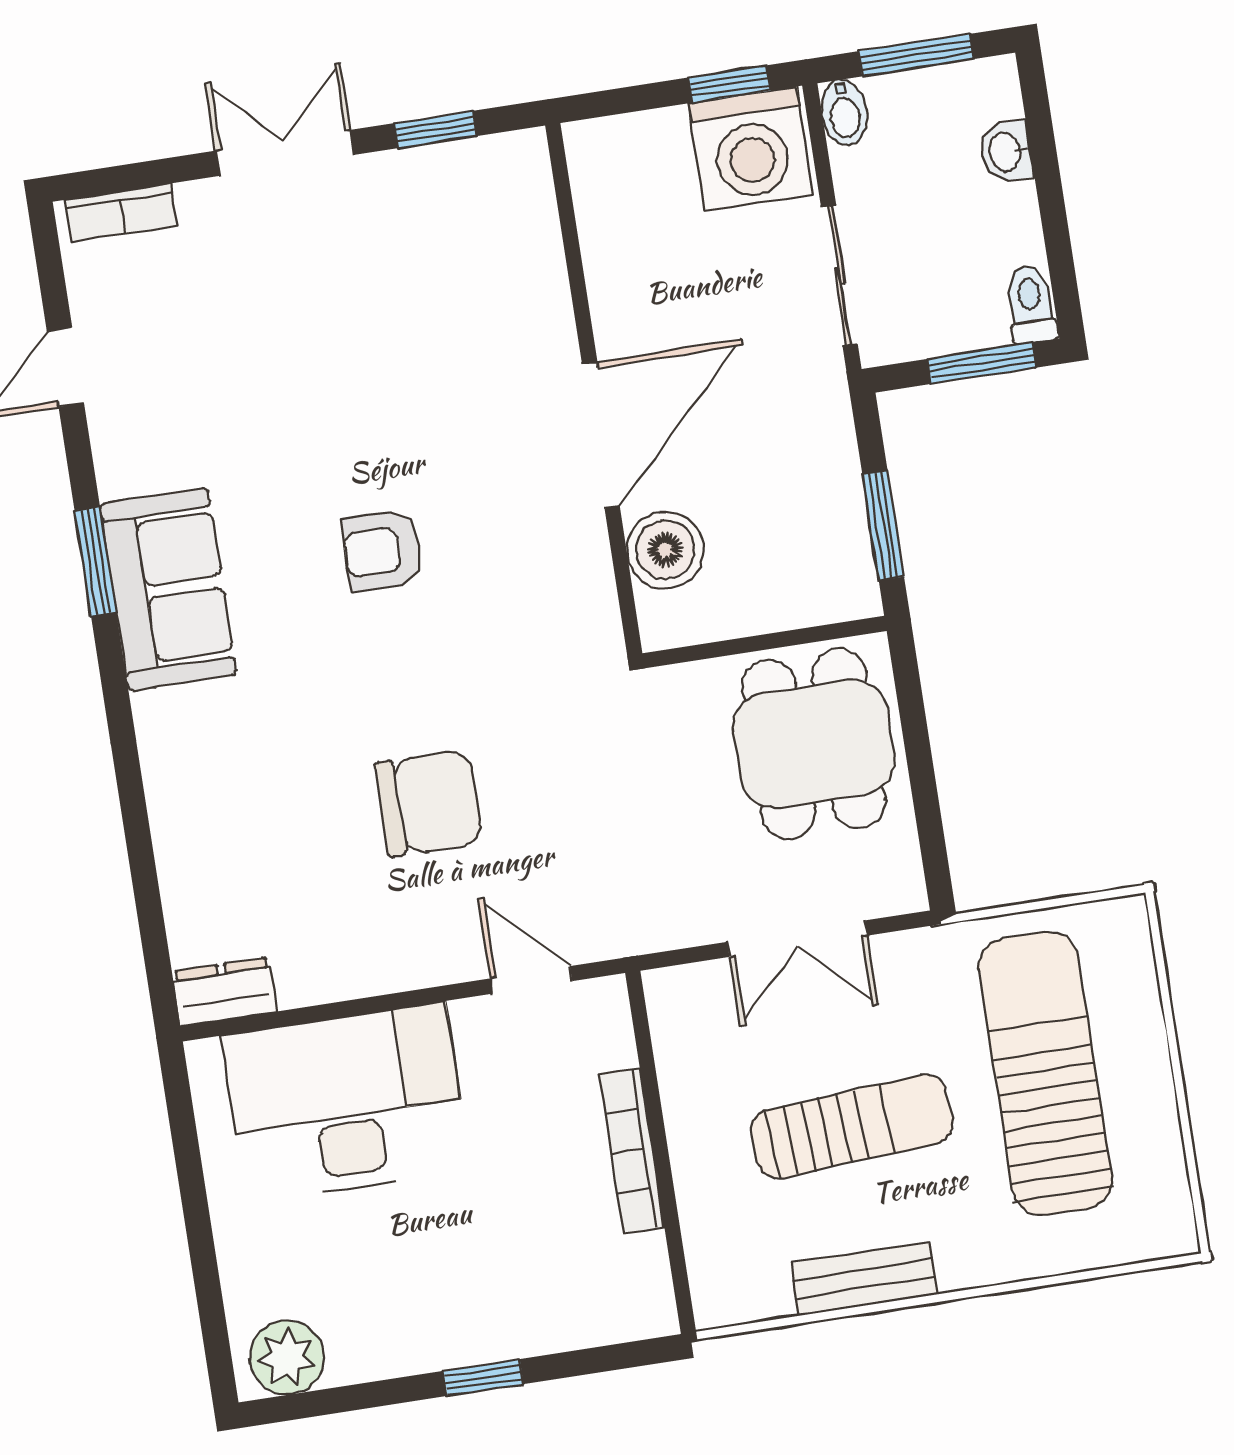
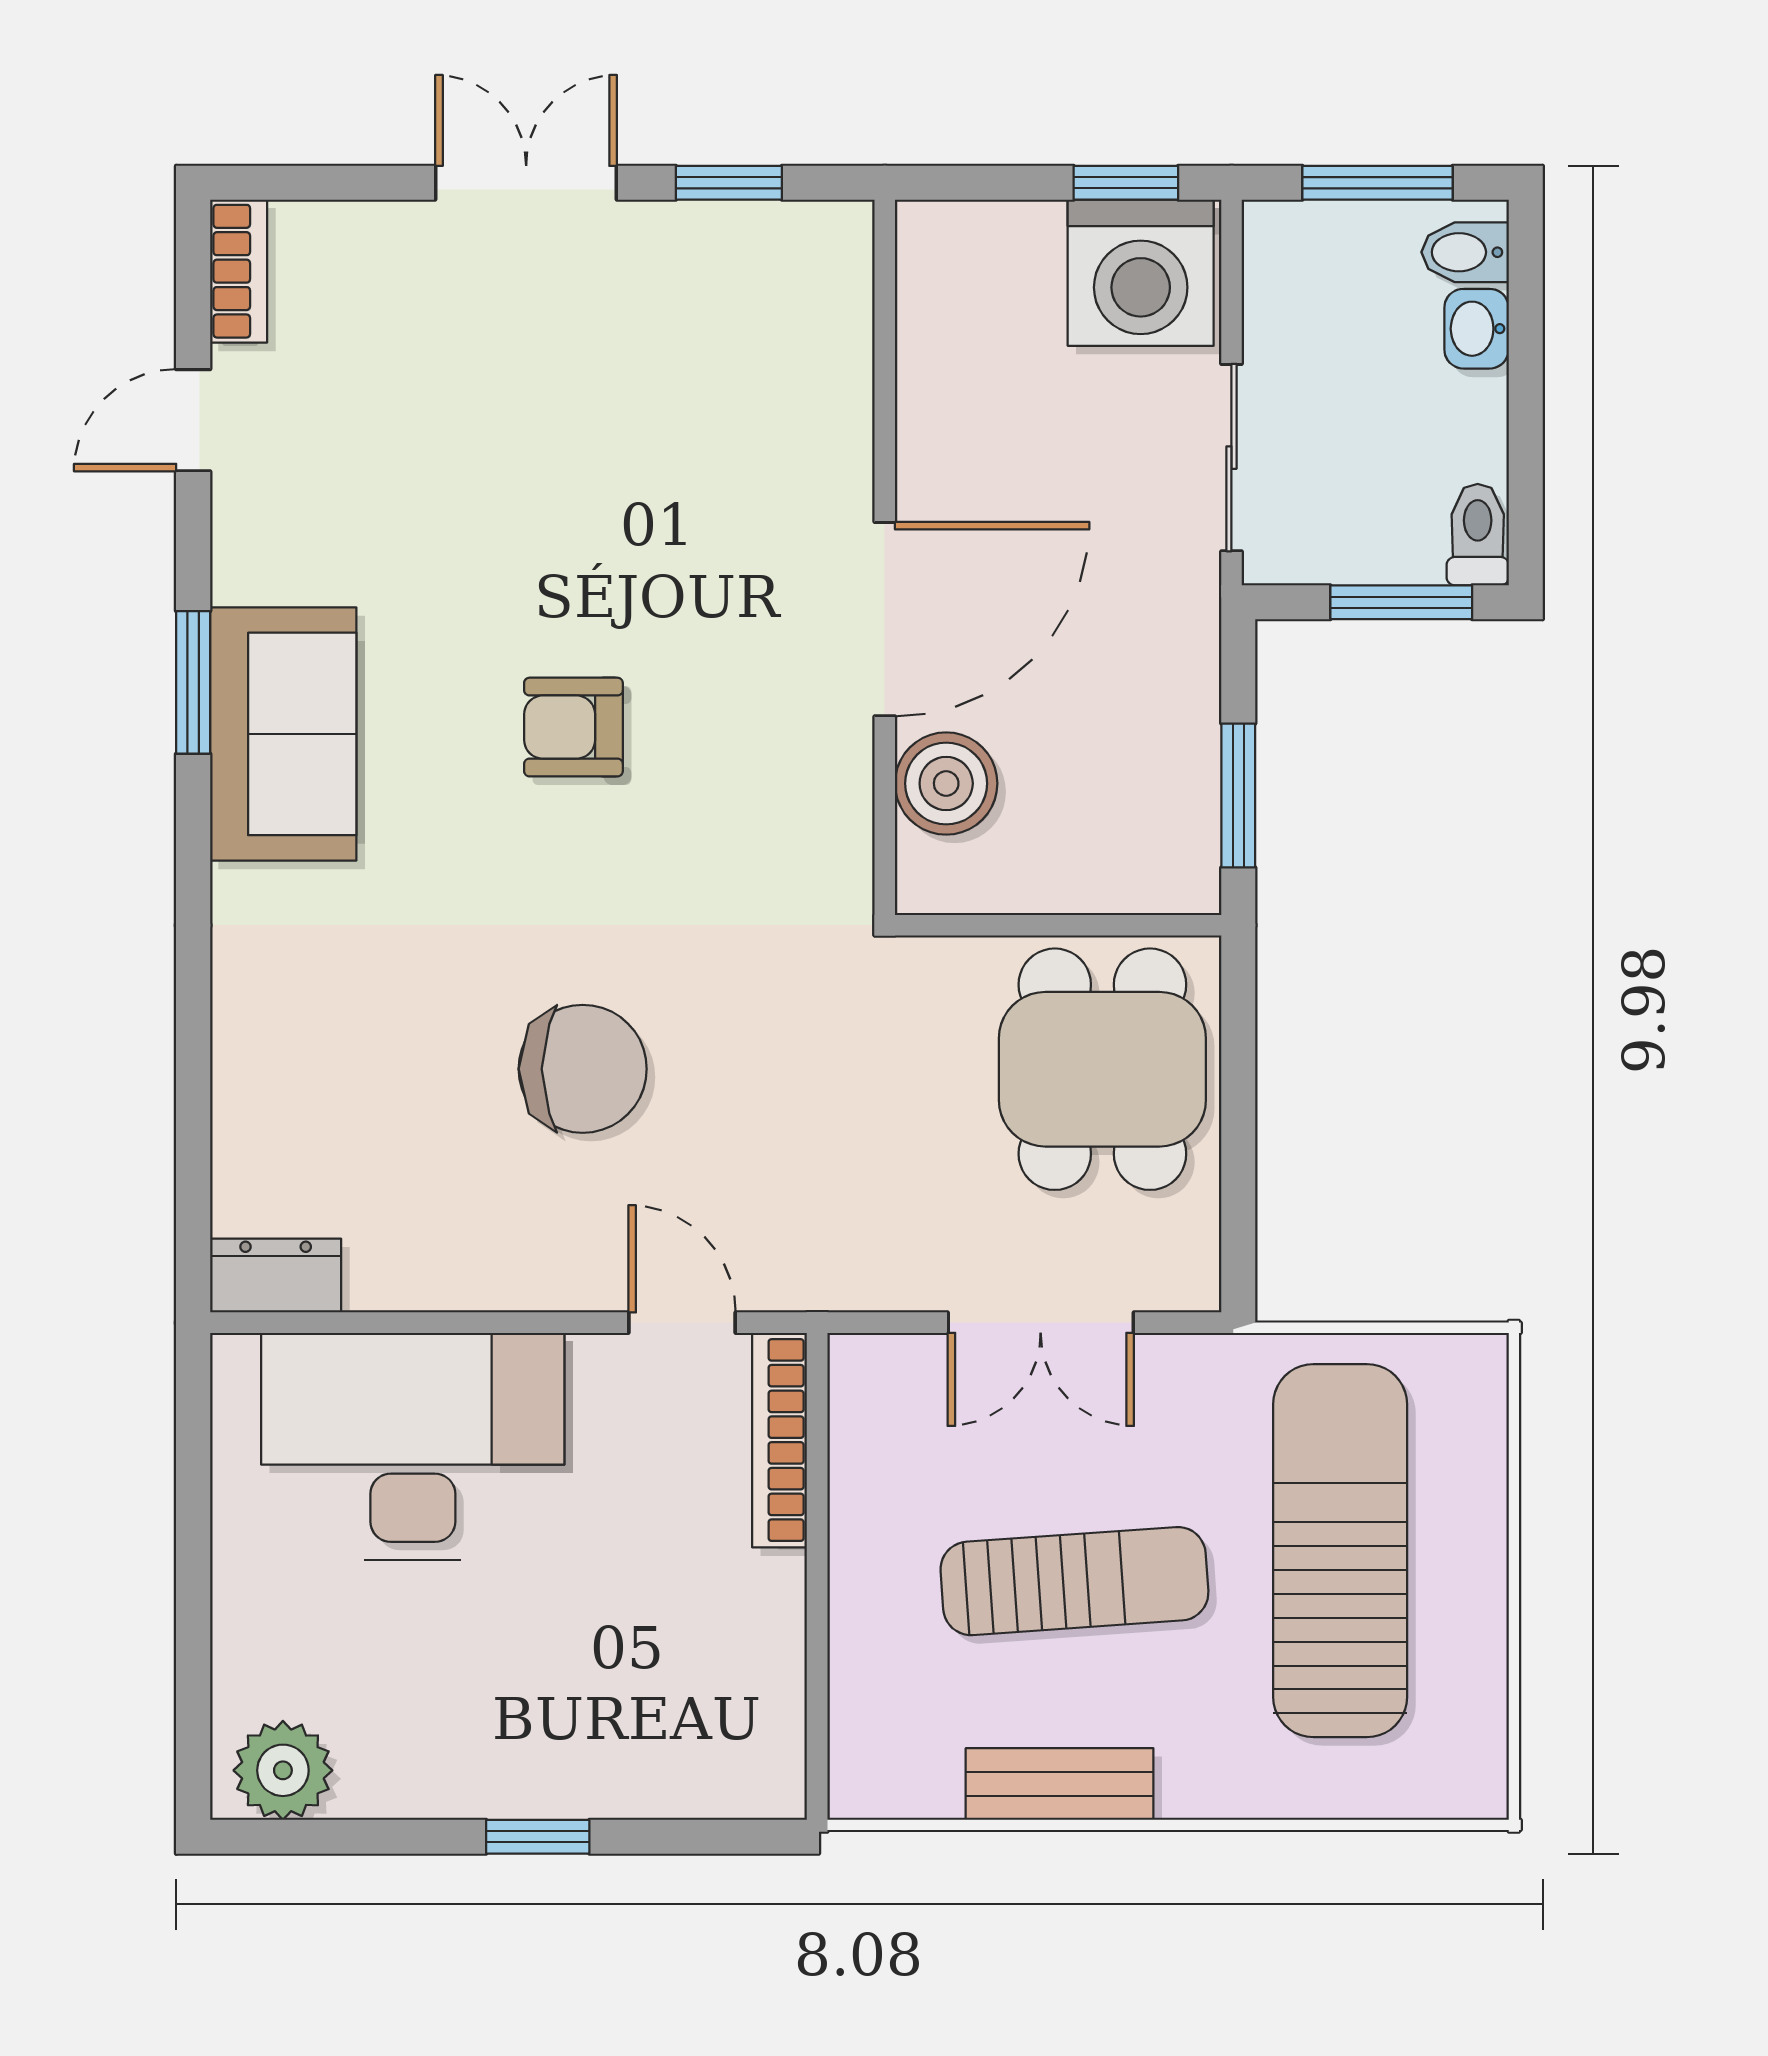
bidet: (844, 112) -> (1465, 252), moved, turned 90
bookcase: (121, 213) -> (239, 271), moved, turned -90
bookcase: (632, 1151) -> (780, 1440), moved

